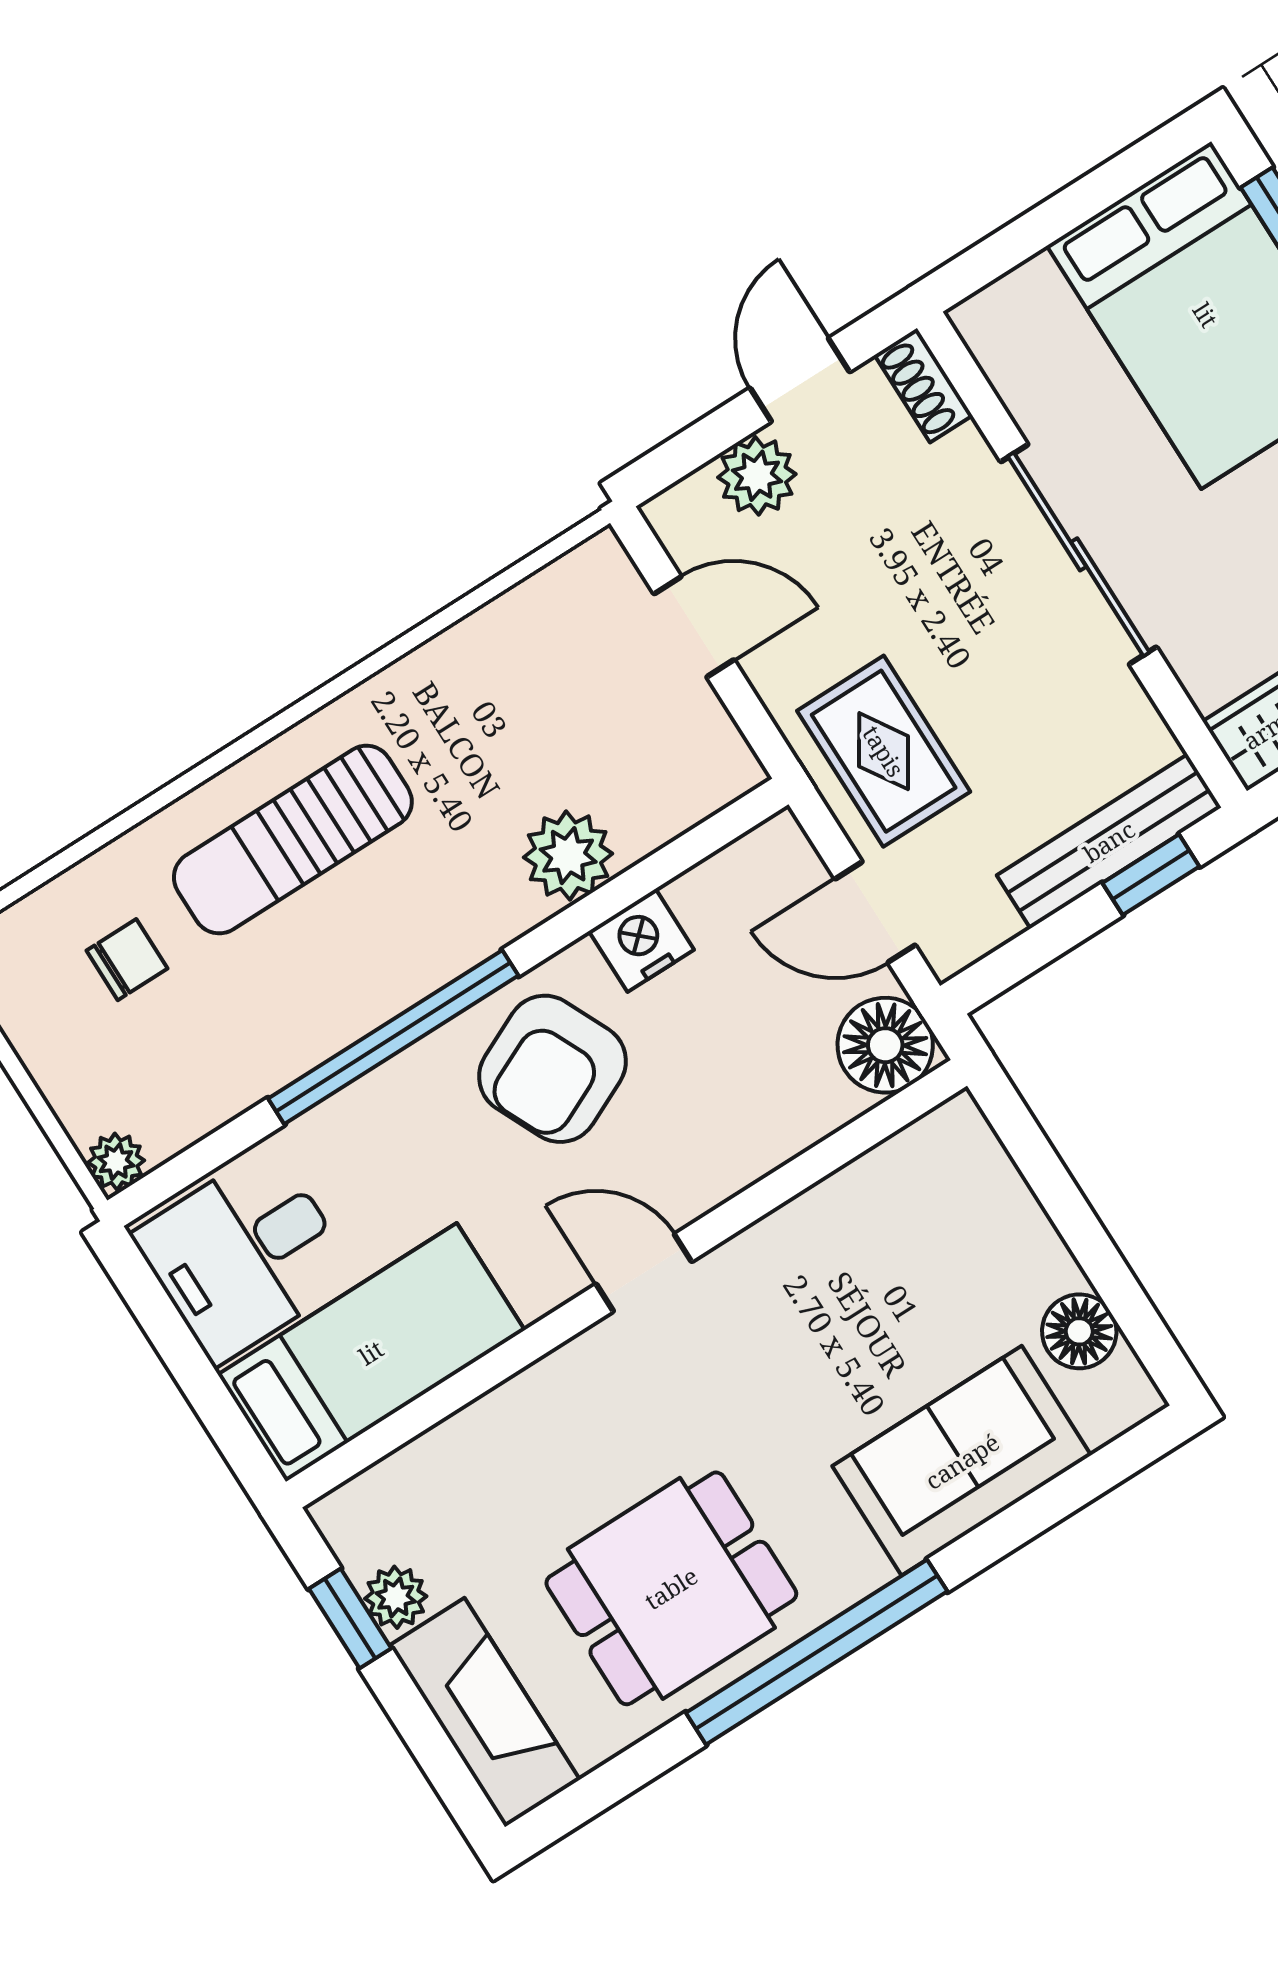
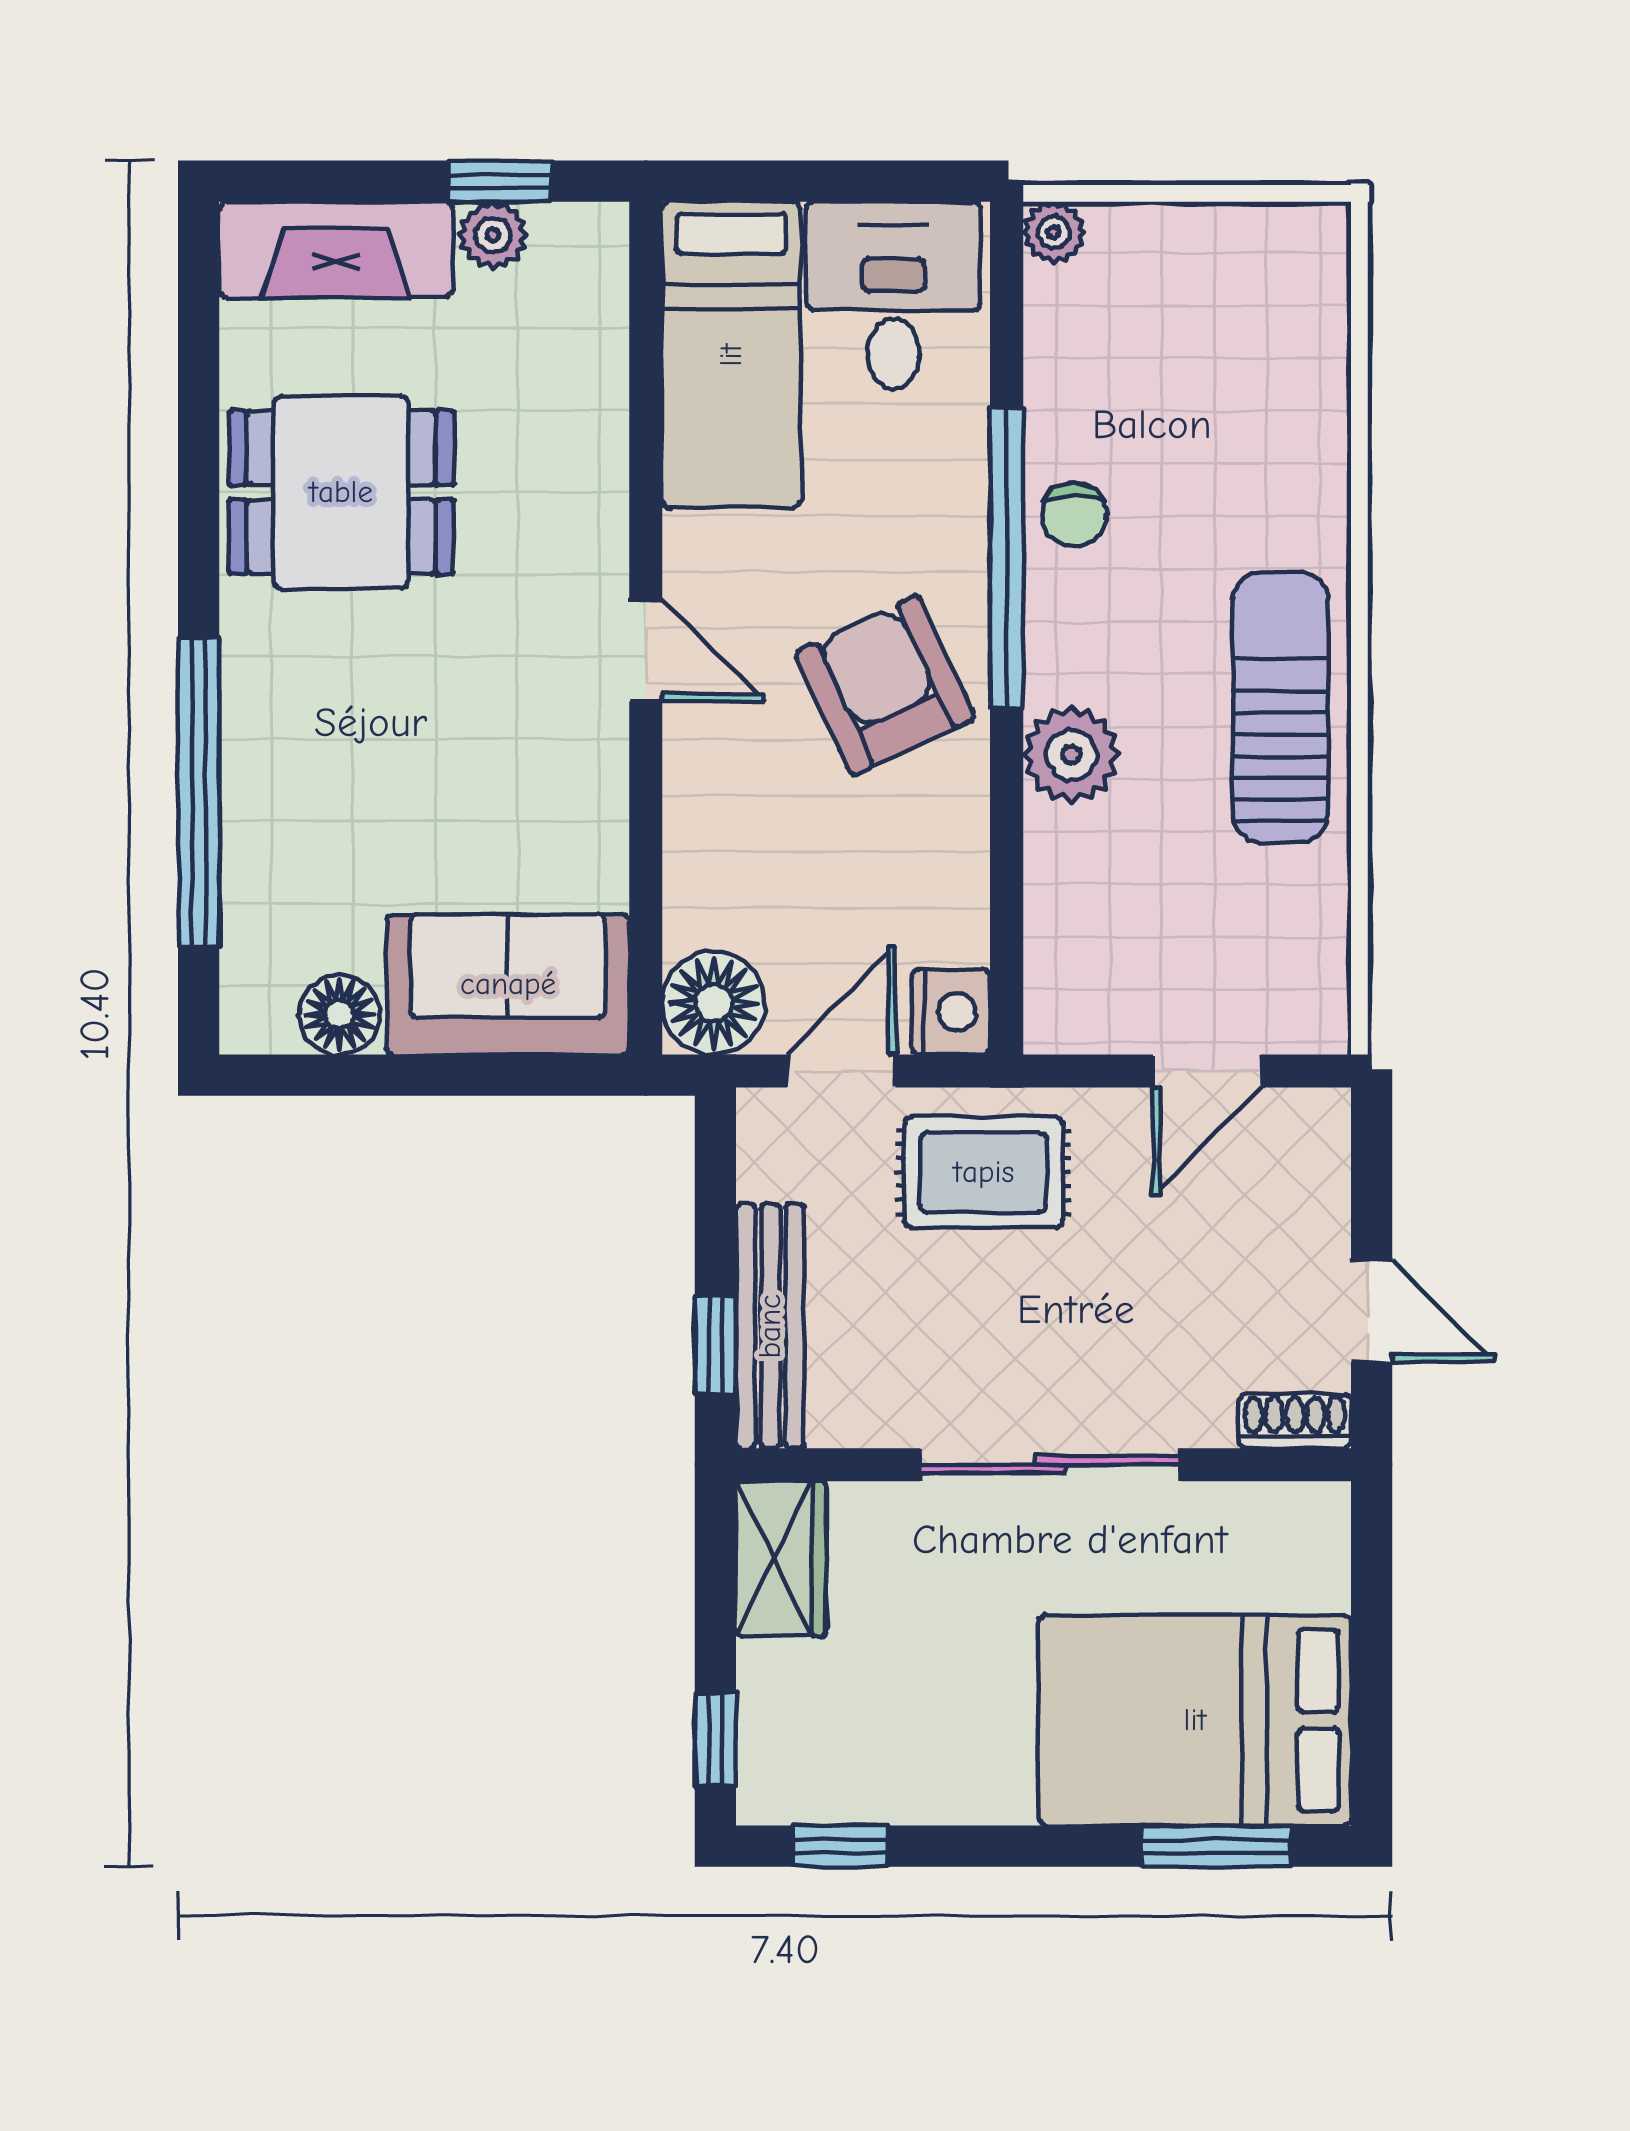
plant: (757, 476) -> (1309, 1216), removed
sun lounger: (293, 840) -> (1280, 707), moved
plant: (568, 856) -> (1071, 755), moved
nightstand: (641, 940) -> (951, 1012), moved
chair: (127, 960) -> (1074, 515), moved
door: (644, 1273) -> (646, 650), hinge flipped
sofa: (962, 1461) -> (508, 984), moved, turned -90
dining table: (671, 1588) -> (341, 492), turned 90
window: (817, 1652) -> (199, 793), moved

